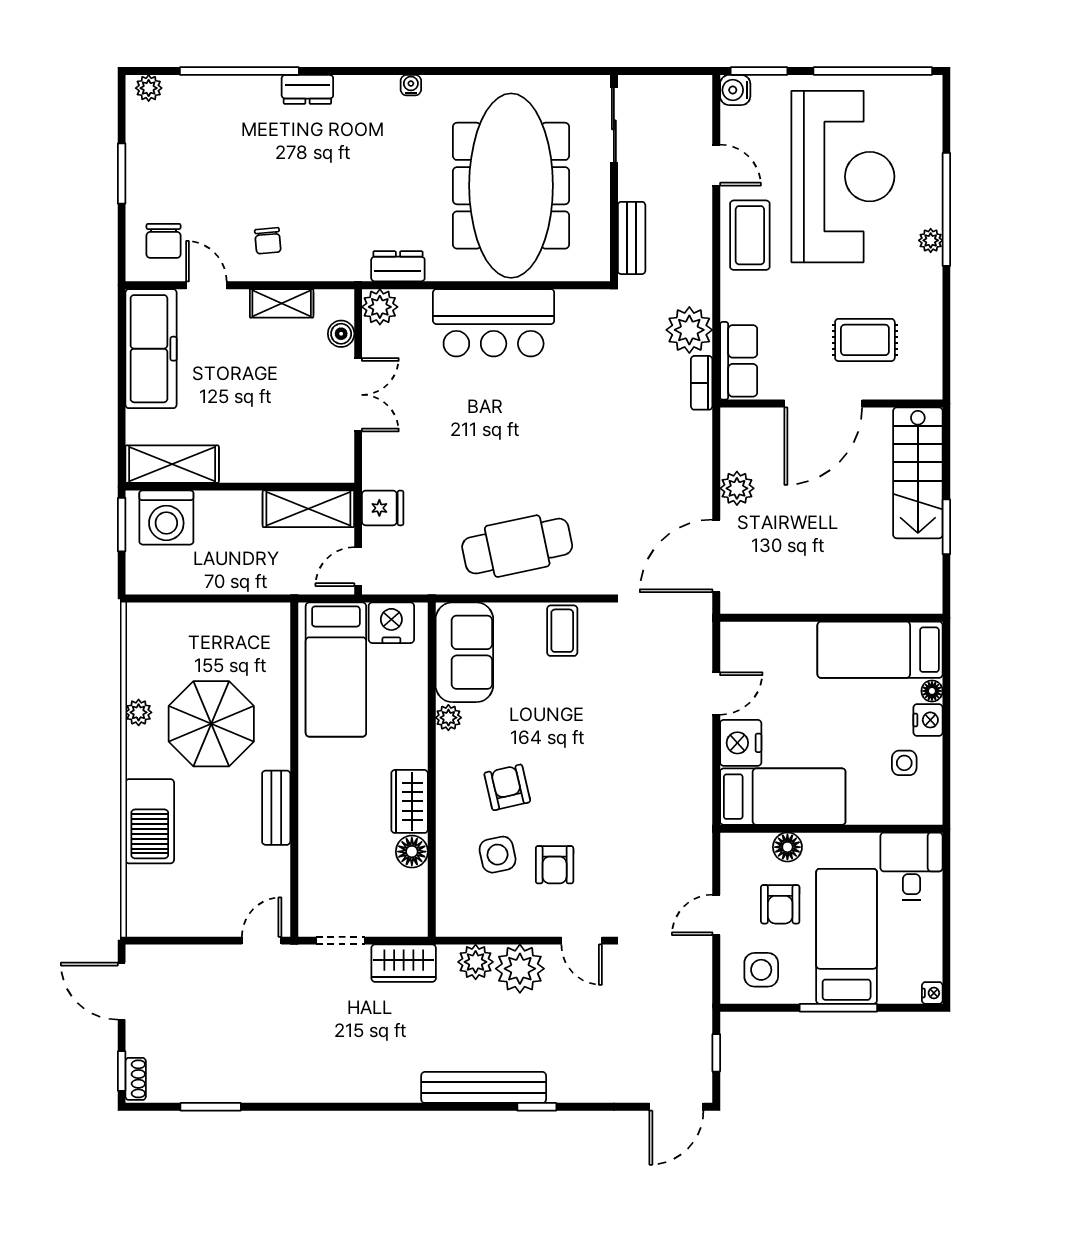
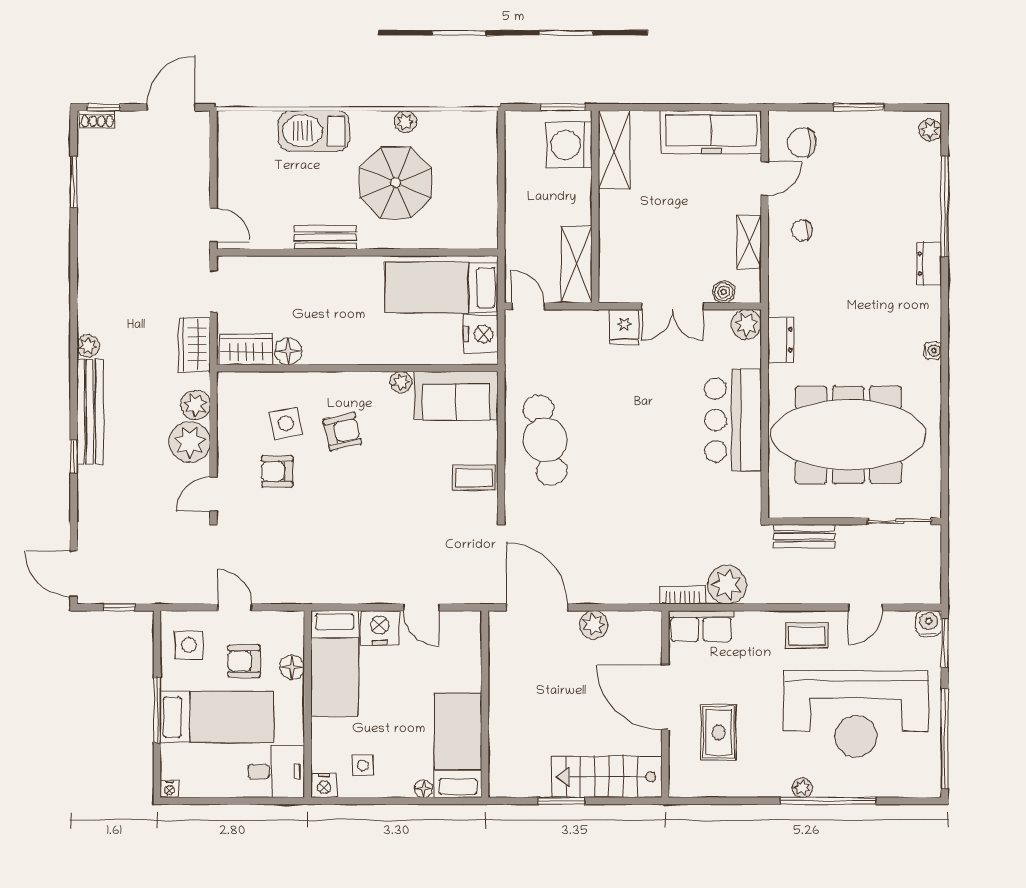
coffee table: (750, 235) -> (807, 636), width x0.73, depth x0.77
fridge: (383, 508) -> (624, 327), moved
nightstand: (928, 720) -> (324, 785), moved
wardrobe: (410, 801) -> (246, 349), moved
plant: (405, 1090) -> (88, 346), added

